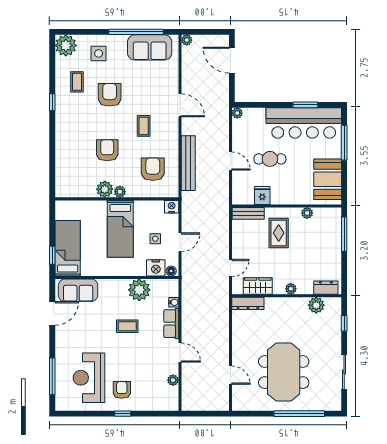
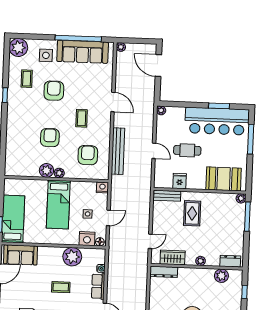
sofa: (150, 47) -> (83, 52), width x1.36
booth: (328, 179) -> (224, 179), moved, turned 90
plant: (307, 213) -> (241, 198), moved

